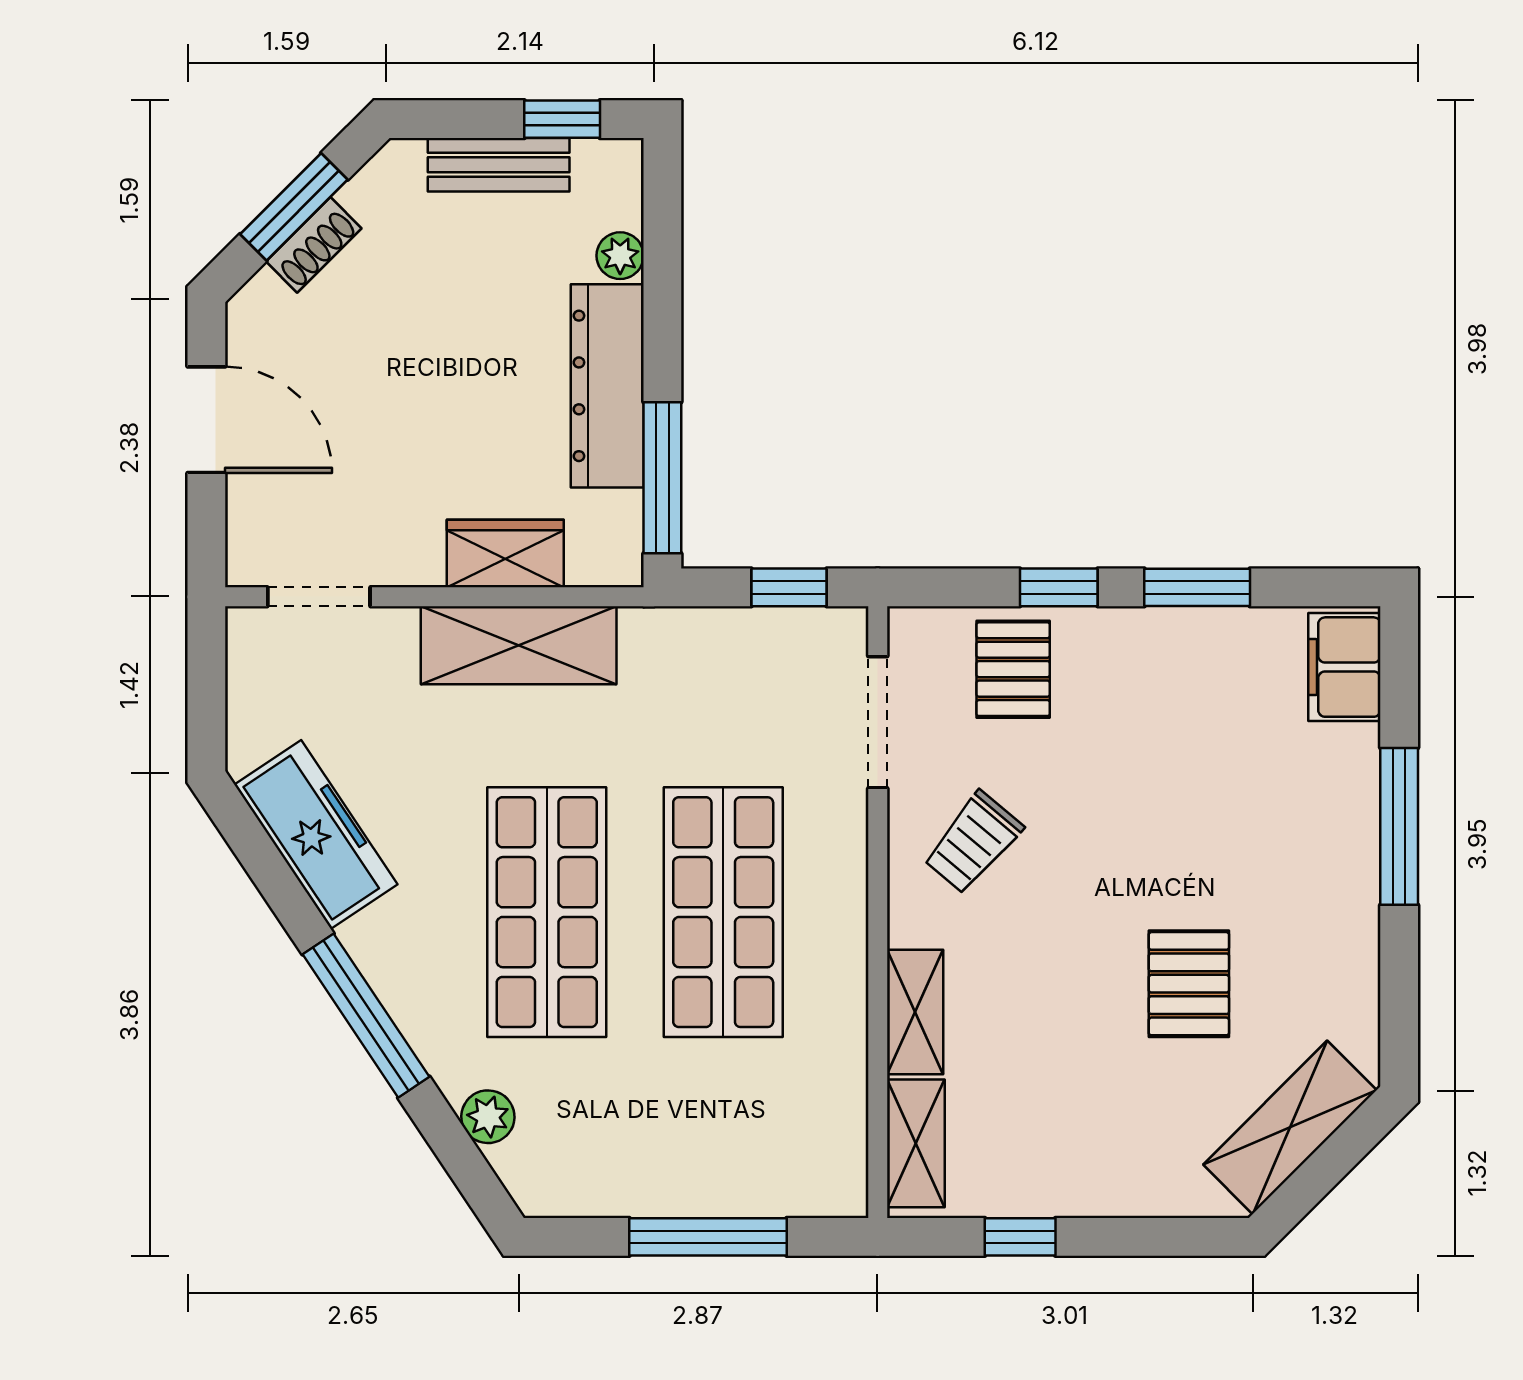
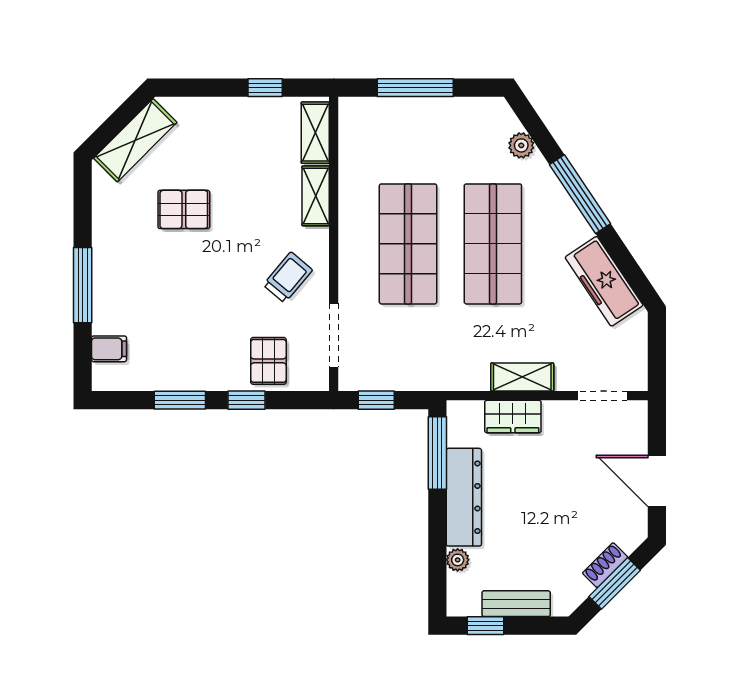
shelving: (519, 645) -> (522, 377), width x0.67, depth x0.75
filing cabinet: (1344, 667) -> (109, 349), width x0.50
pallet: (1189, 984) -> (184, 209), turned 90

